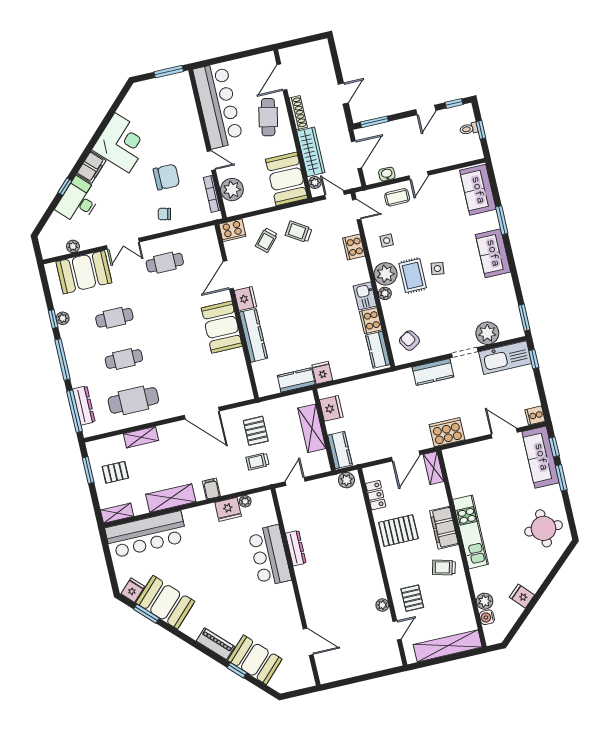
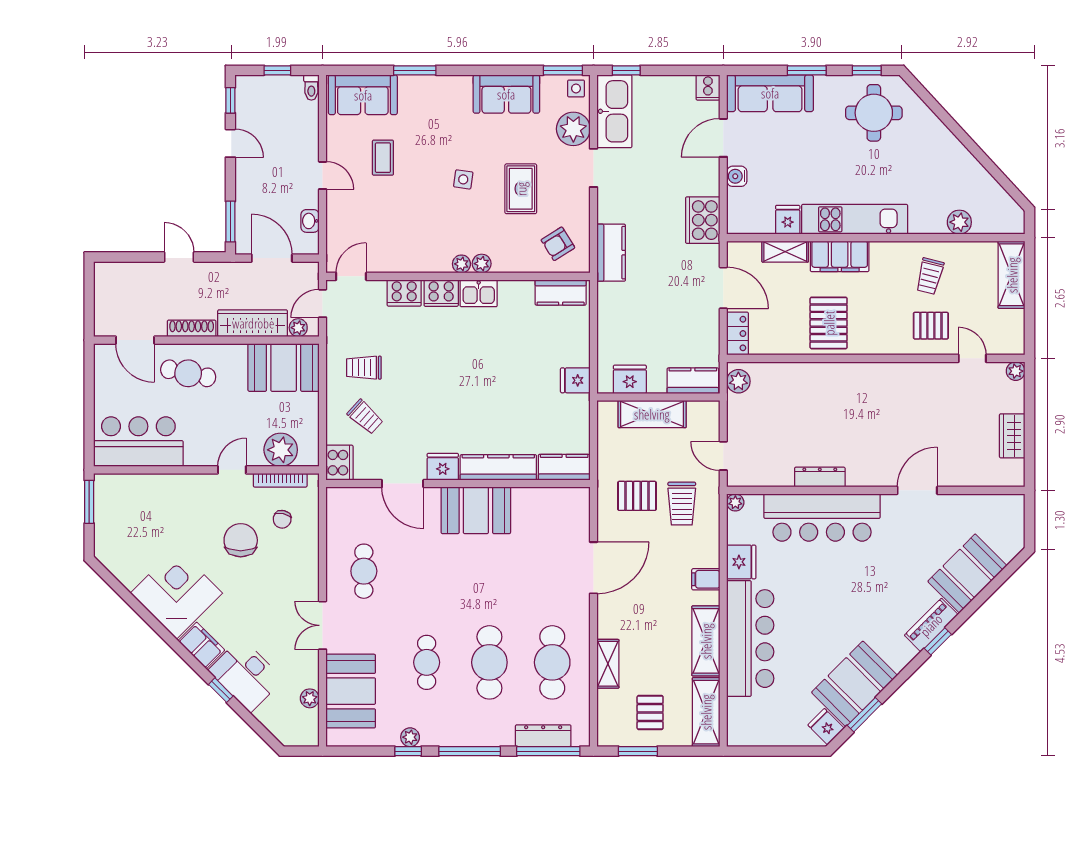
bar counter: (218, 105) -> (138, 442), width x0.73
toilet: (469, 129) -> (311, 88), moved
coffee table: (397, 197) -> (383, 158), moved
chair: (164, 214) -> (282, 519), moved
trolley: (299, 232) -> (364, 368), turned 58
side table: (387, 241) -> (576, 88), moved
double door: (123, 244) -> (323, 625), swing flipped
sofa: (493, 253) -> (506, 94), moved
plant: (386, 274) -> (461, 264), width x0.53, depth x0.53
rug: (413, 276) -> (521, 189), moved, turned 90
cooker: (371, 321) -> (441, 293), moved
cafe table: (124, 359) -> (489, 662), width x1.37, depth x1.35
kitchen counter: (433, 372) -> (611, 253), moved
kitchen counter: (296, 380) -> (564, 467), moved, turned 90
window: (554, 447) -> (867, 70), moved
trolley: (257, 461) -> (682, 504), width x1.36, depth x1.39
shelving: (433, 468) -> (785, 252), moved
locker: (376, 495) -> (738, 334), moved, turned 90
plant: (245, 501) -> (735, 502), moved
shelving: (117, 513) -> (706, 712), width x1.50, depth x1.33
bar counter: (146, 535) -> (750, 639), moved
bar counter: (270, 556) -> (822, 517), width x1.36
trolley: (444, 568) -> (930, 276), moved
fridge: (522, 596) -> (788, 220), moved, turned 133
plant: (382, 605) -> (1016, 371), moved
water cooler: (487, 617) -> (737, 176), moved, turned 90
door: (308, 642) -> (917, 490), moved
shelving: (448, 646) -> (1012, 275), width x0.68
wardrobe: (352, 668) -> (1012, 436), added
window: (237, 670) -> (938, 641), moved

